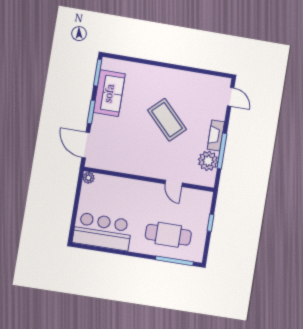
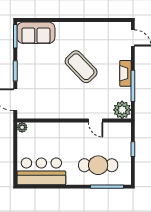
sofa: (109, 93) -> (36, 33), moved, turned 90
plant: (208, 161) -> (122, 110), moved

